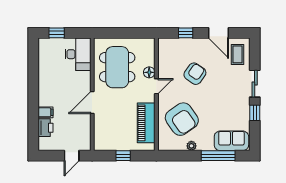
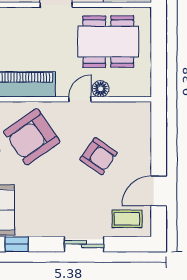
window: (186, 33) -> (159, 142), removed
door: (156, 86) -> (80, 99), swing flipped
window: (255, 113) -> (17, 244), moved

